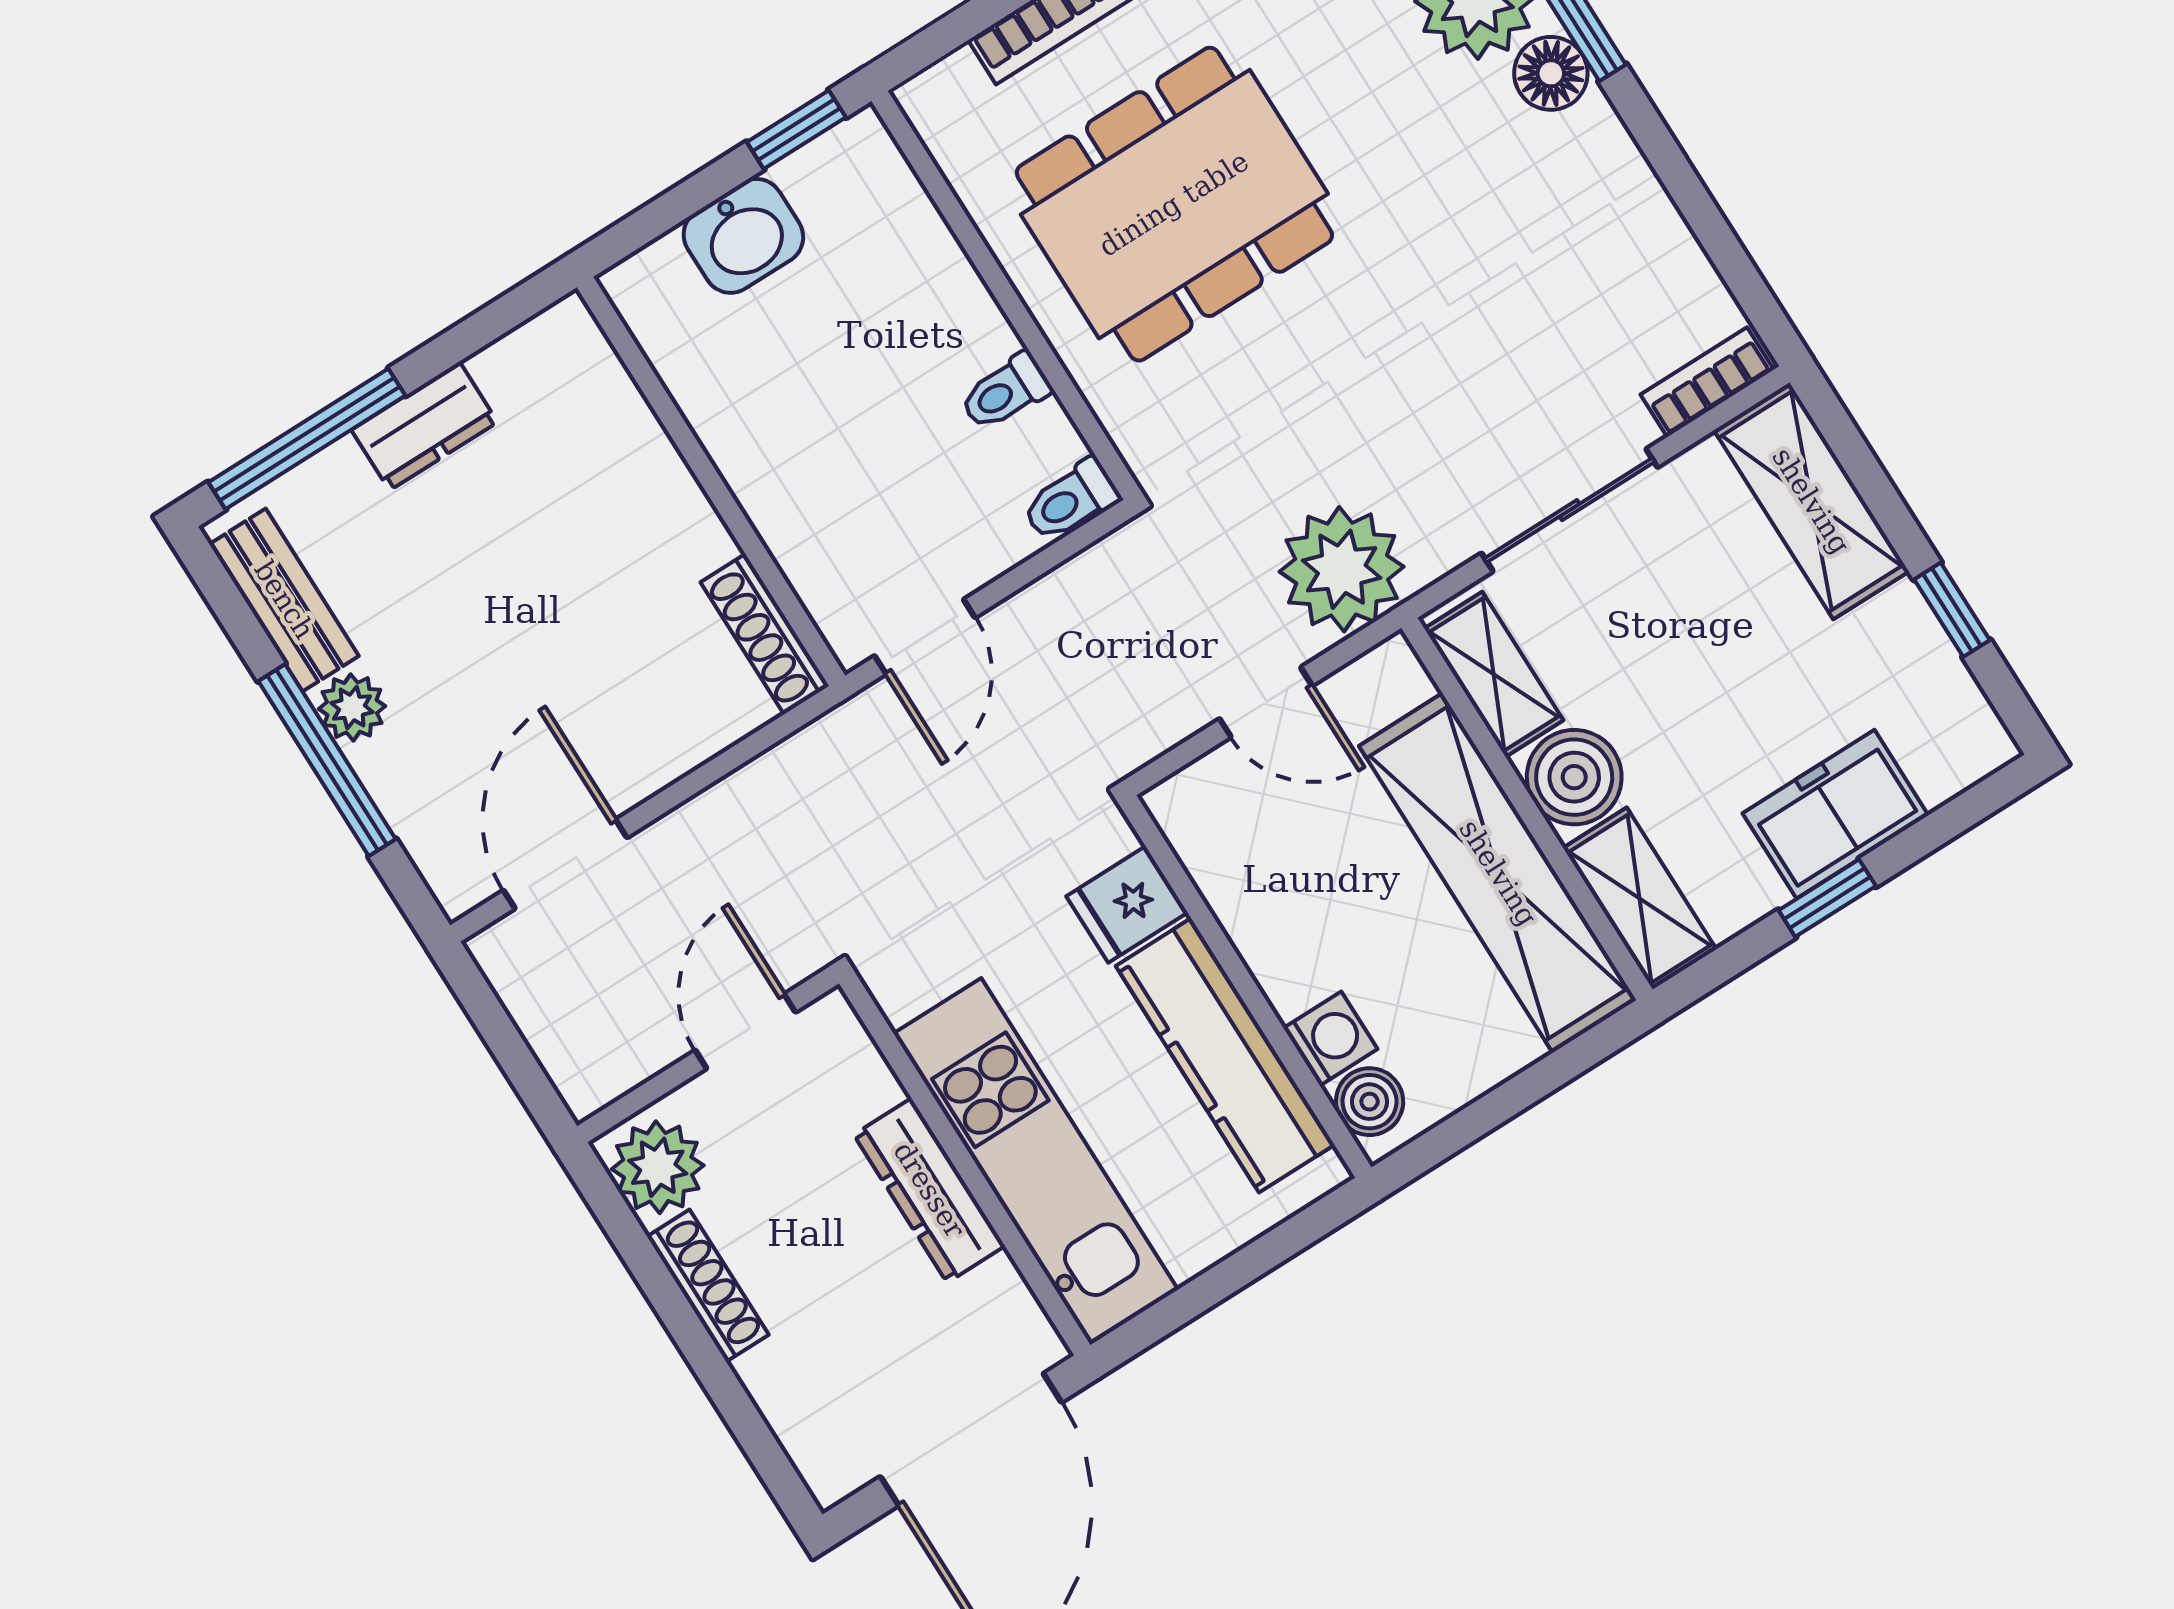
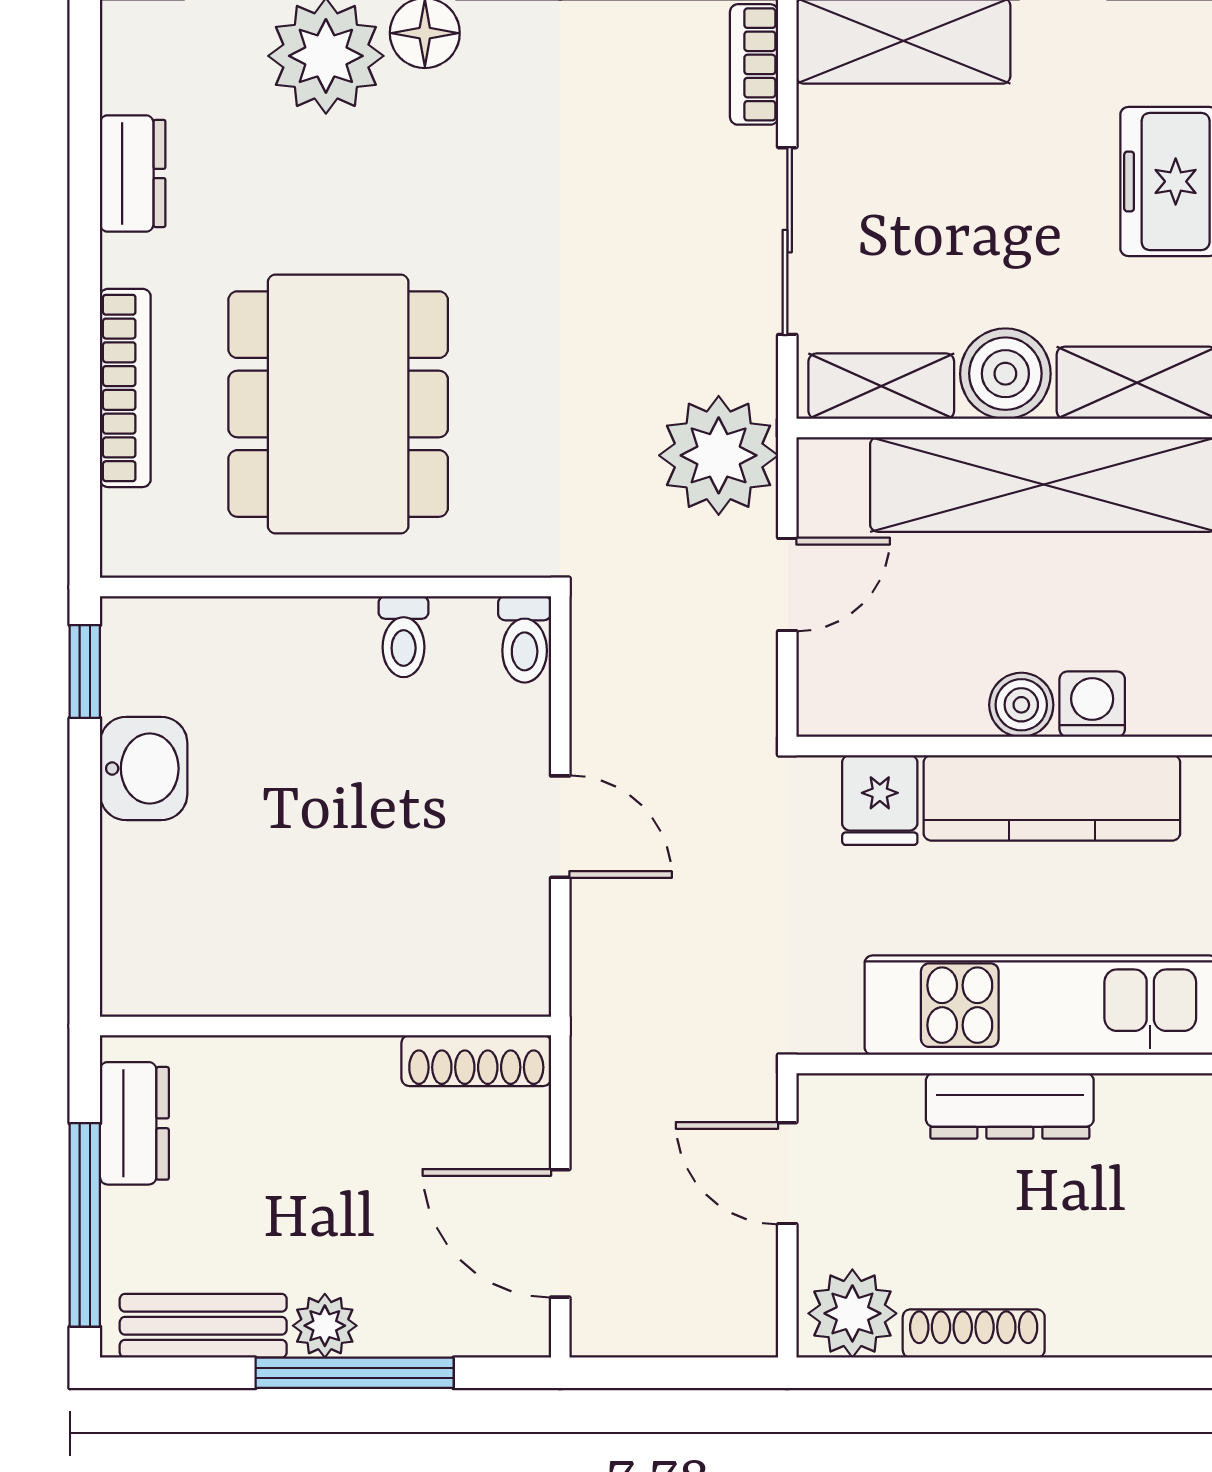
wall: (711, 481) -> (326, 1026), moved
shoe rack: (765, 634) -> (476, 1061), moved
boiler: (1370, 1102) -> (1021, 705), moved

